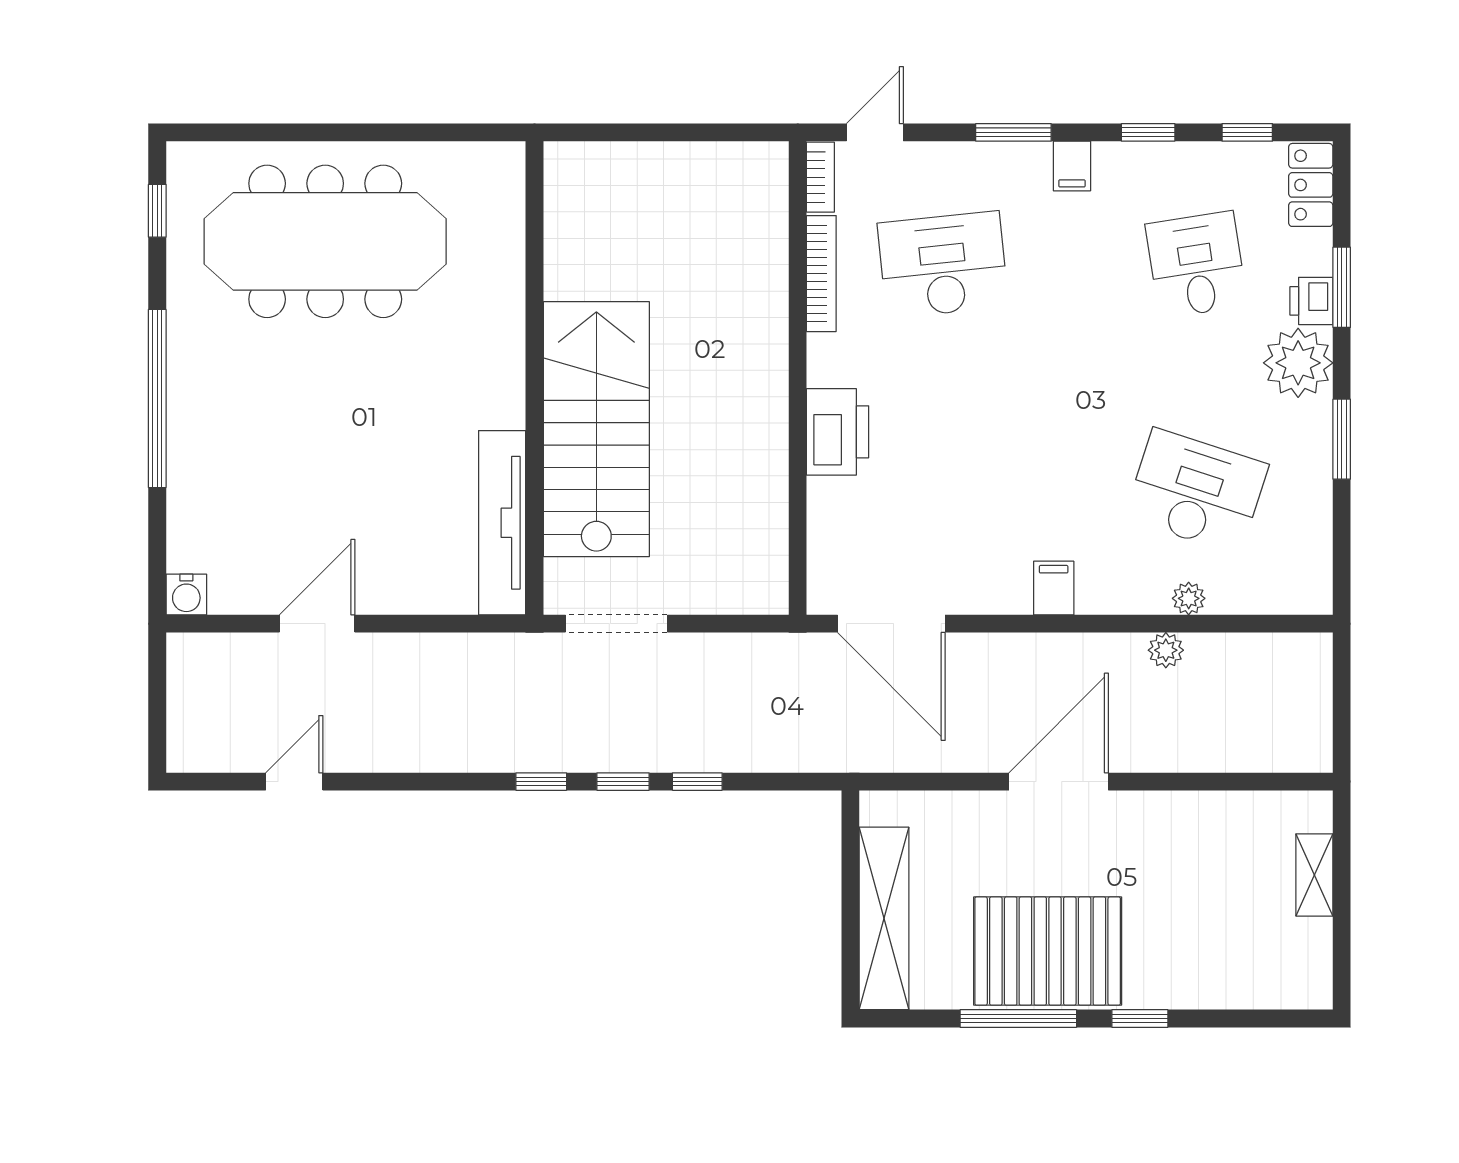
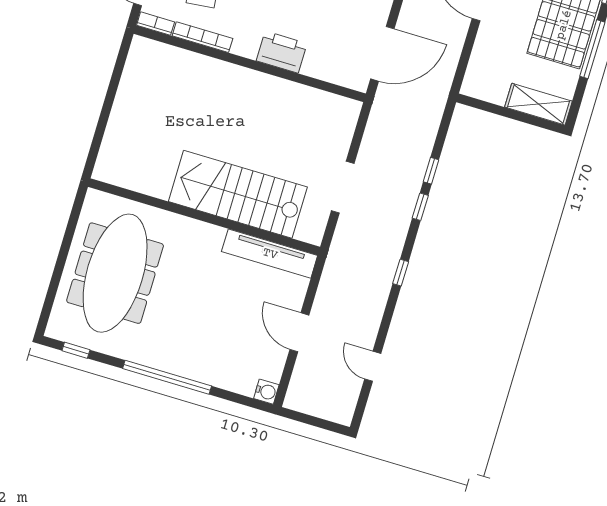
wall: (534, 378) -> (204, 217), moved
stairs: (596, 429) -> (238, 194), moved
tv unit: (502, 523) -> (270, 254), moved
window: (541, 782) -> (401, 273), moved
shelving: (884, 918) -> (538, 104), width x0.68

